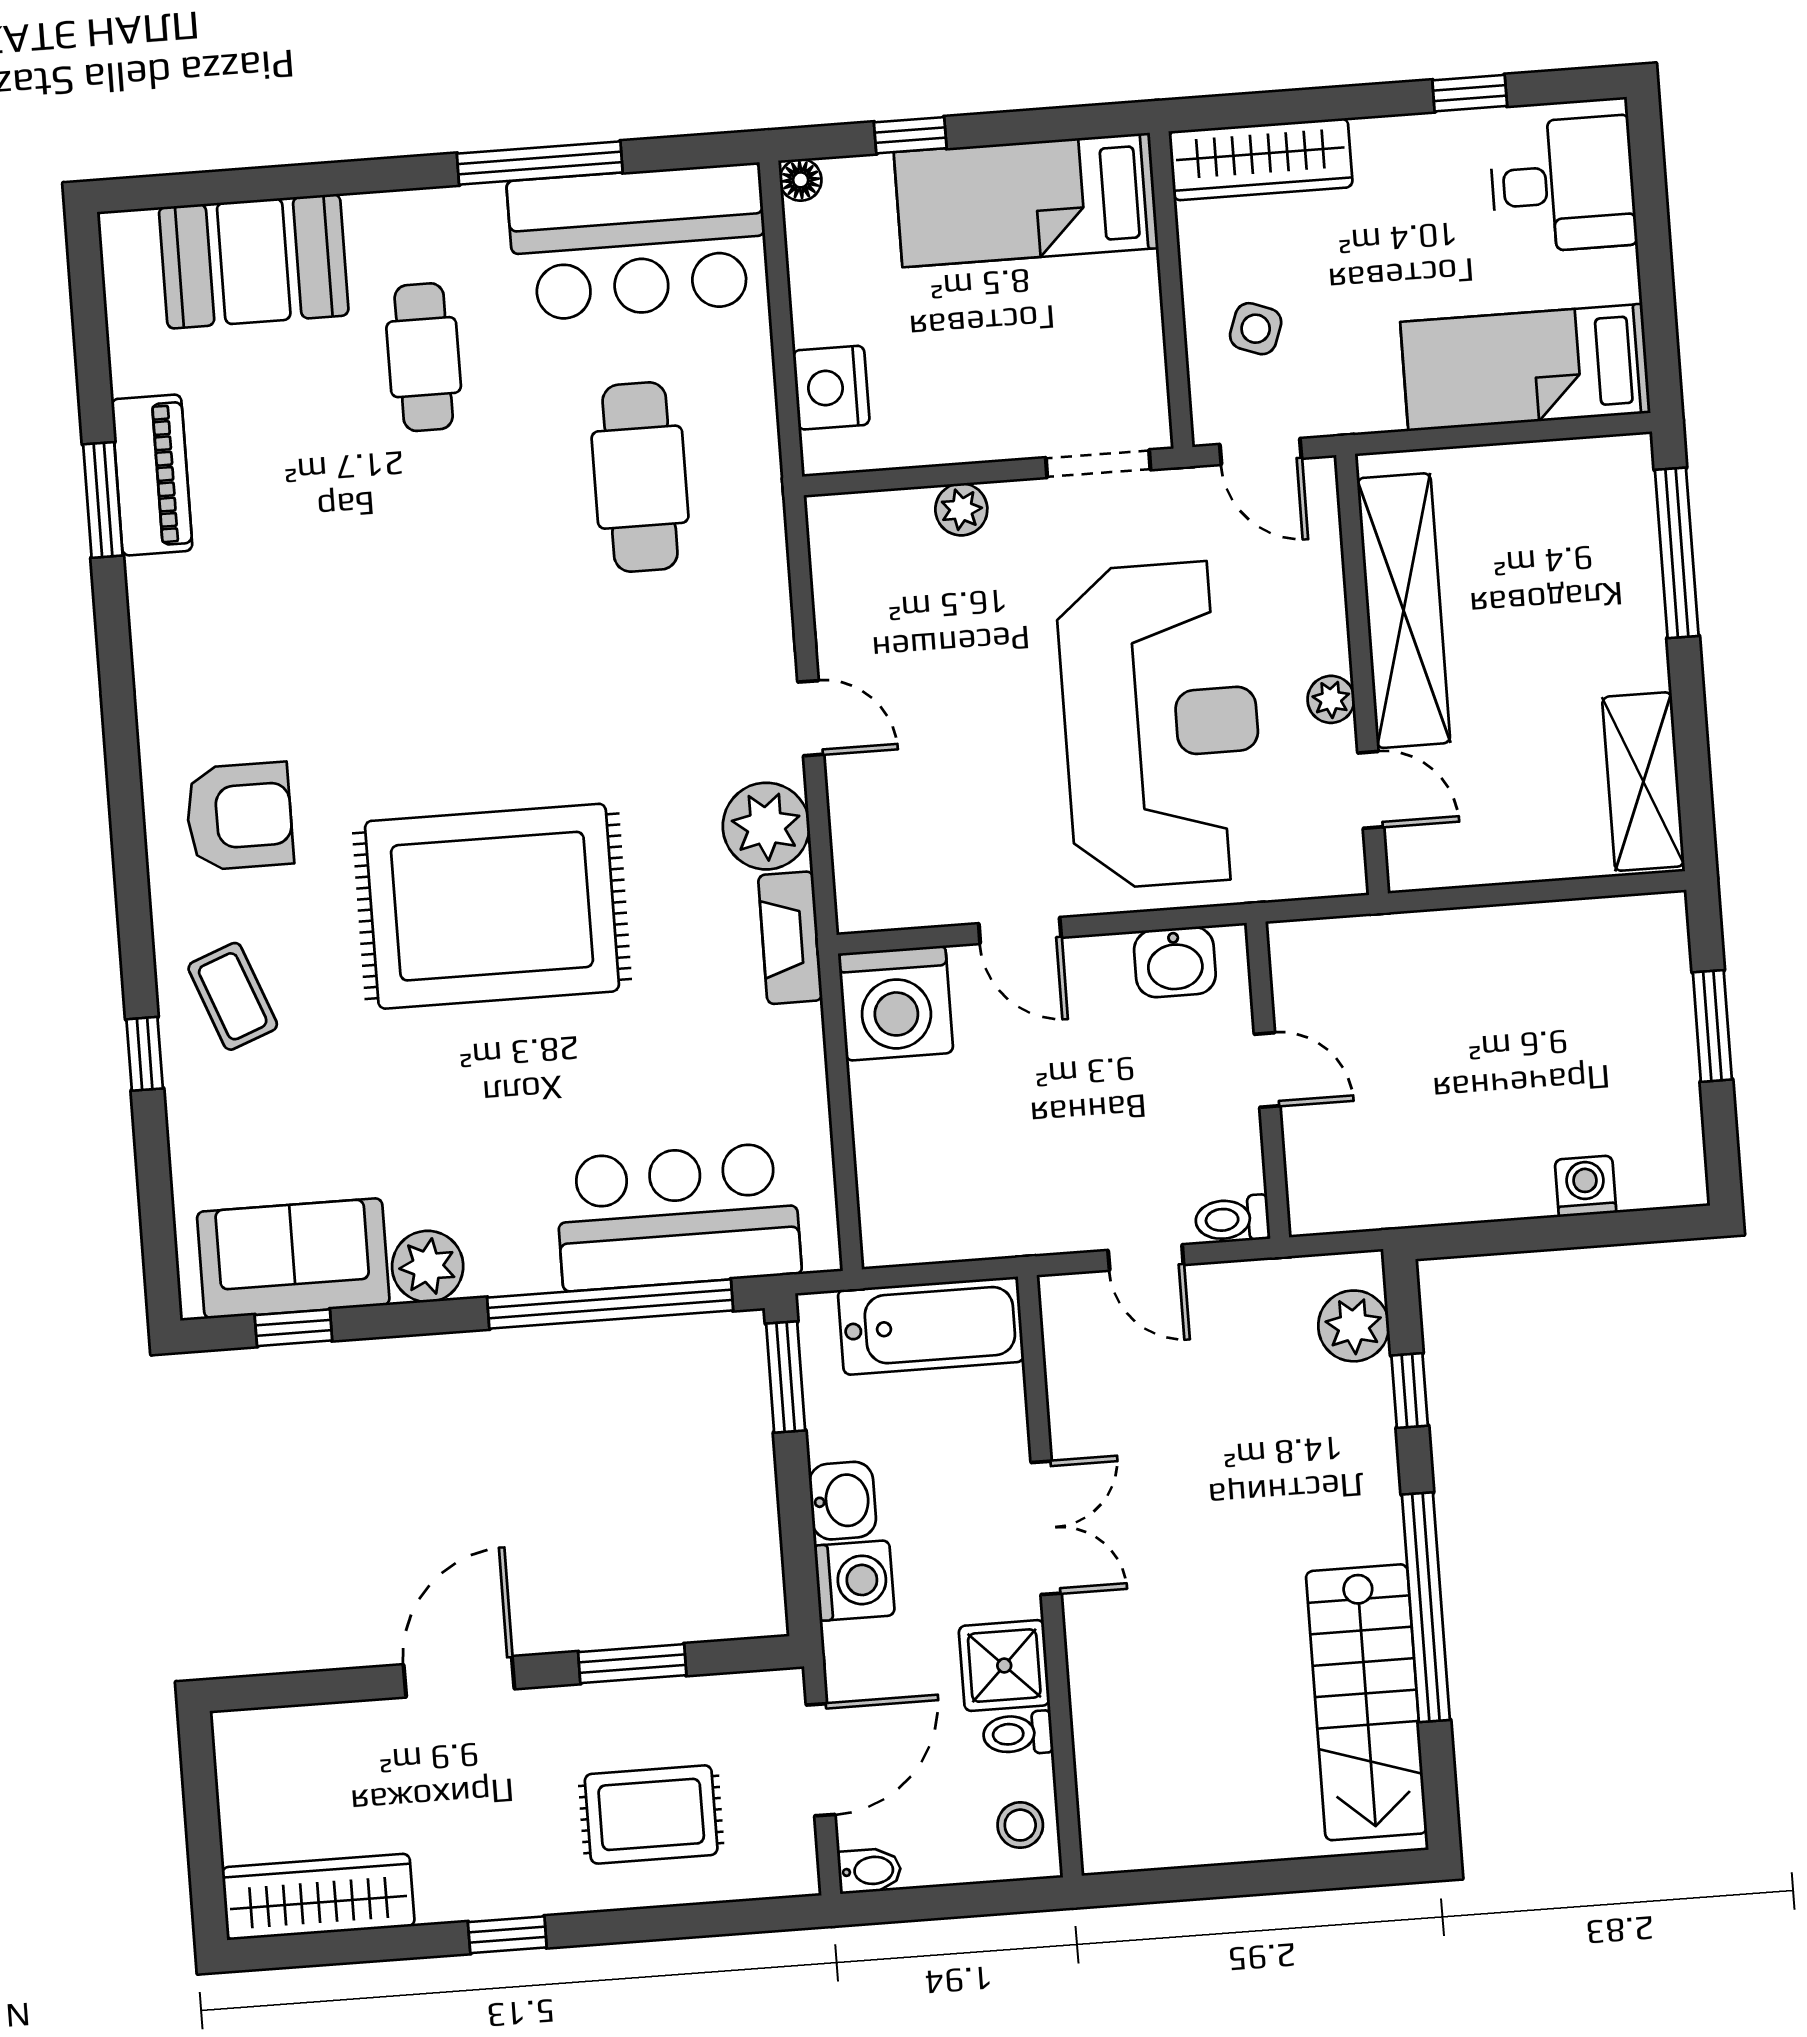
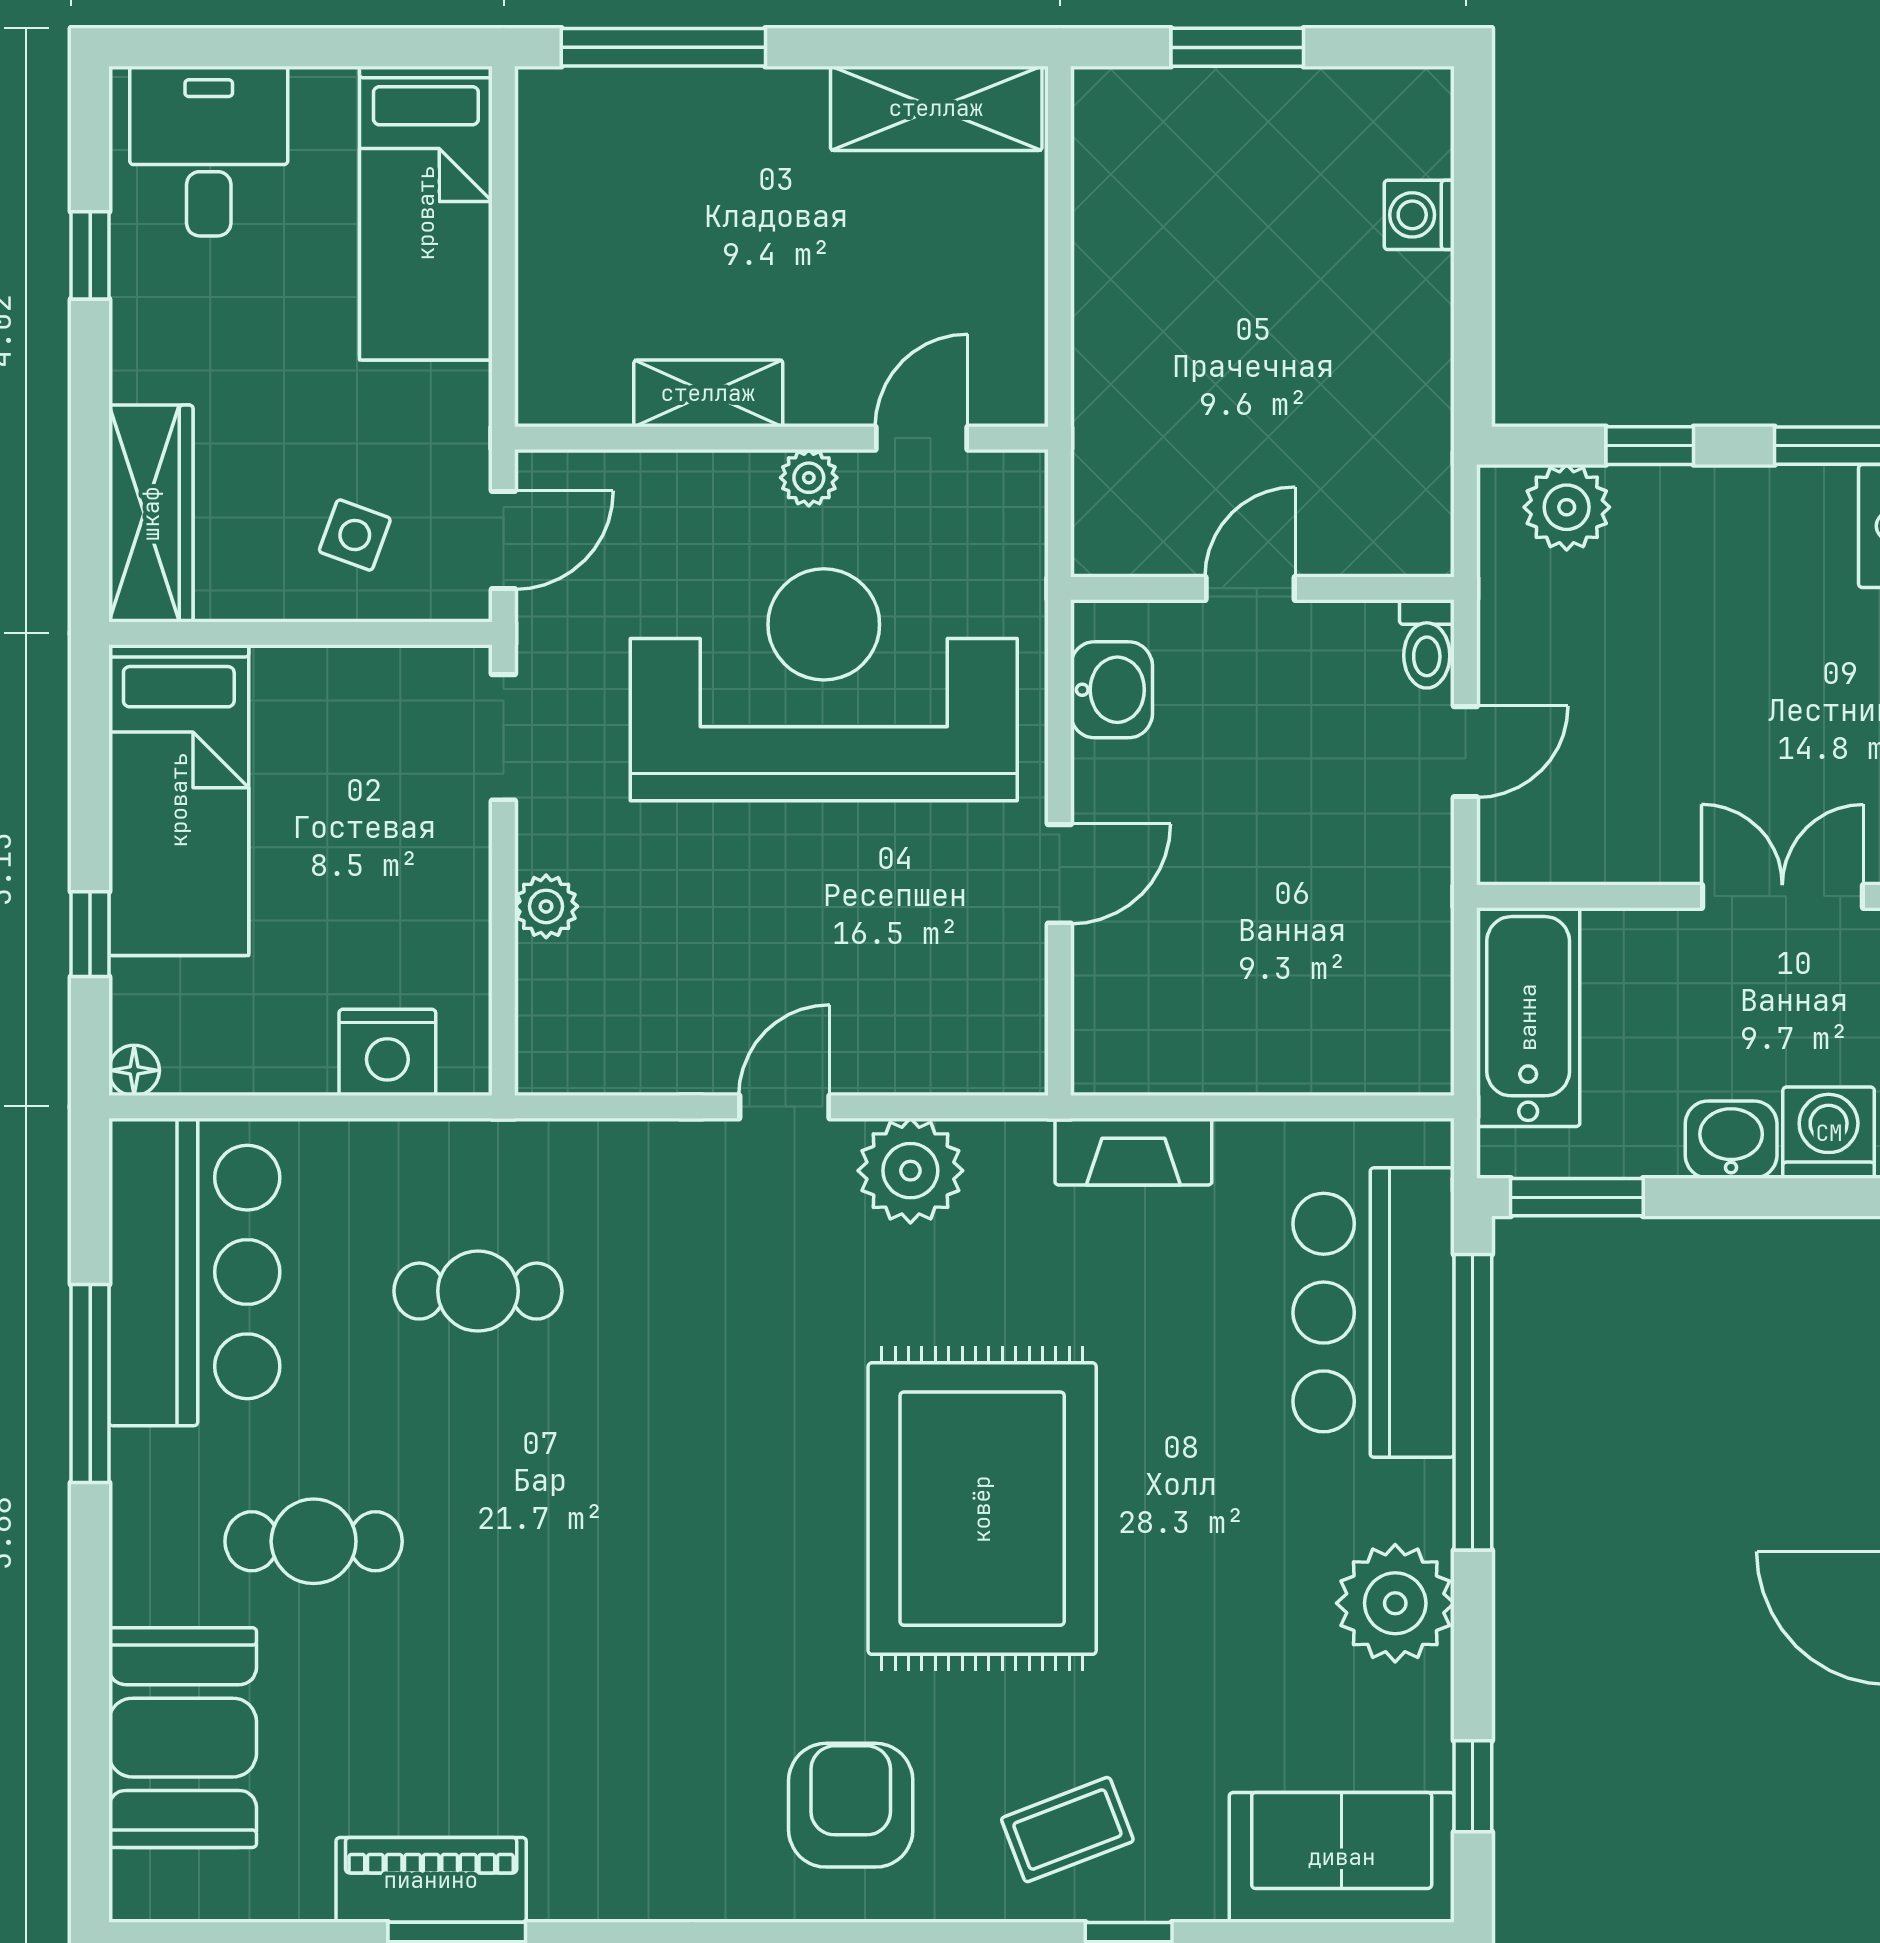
cafe table: (640, 477) -> (478, 1291), width x0.73, depth x0.74
shelving: (1404, 611) -> (708, 393), width x0.45, depth x0.75
fireplace: (790, 938) -> (1133, 1152), moved
washing machine: (896, 1003) -> (1136, 1030), removed
sofa: (293, 1258) -> (1342, 1857), moved, turned 90
plant: (428, 1266) -> (1395, 1603), width x1.36, depth x1.36

